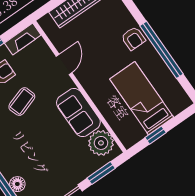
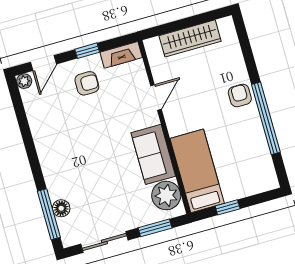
armchair: (133, 38) -> (240, 96), turned 180
bed: (142, 98) -> (197, 171), moved
coffee table: (22, 102) -> (97, 122), removed

